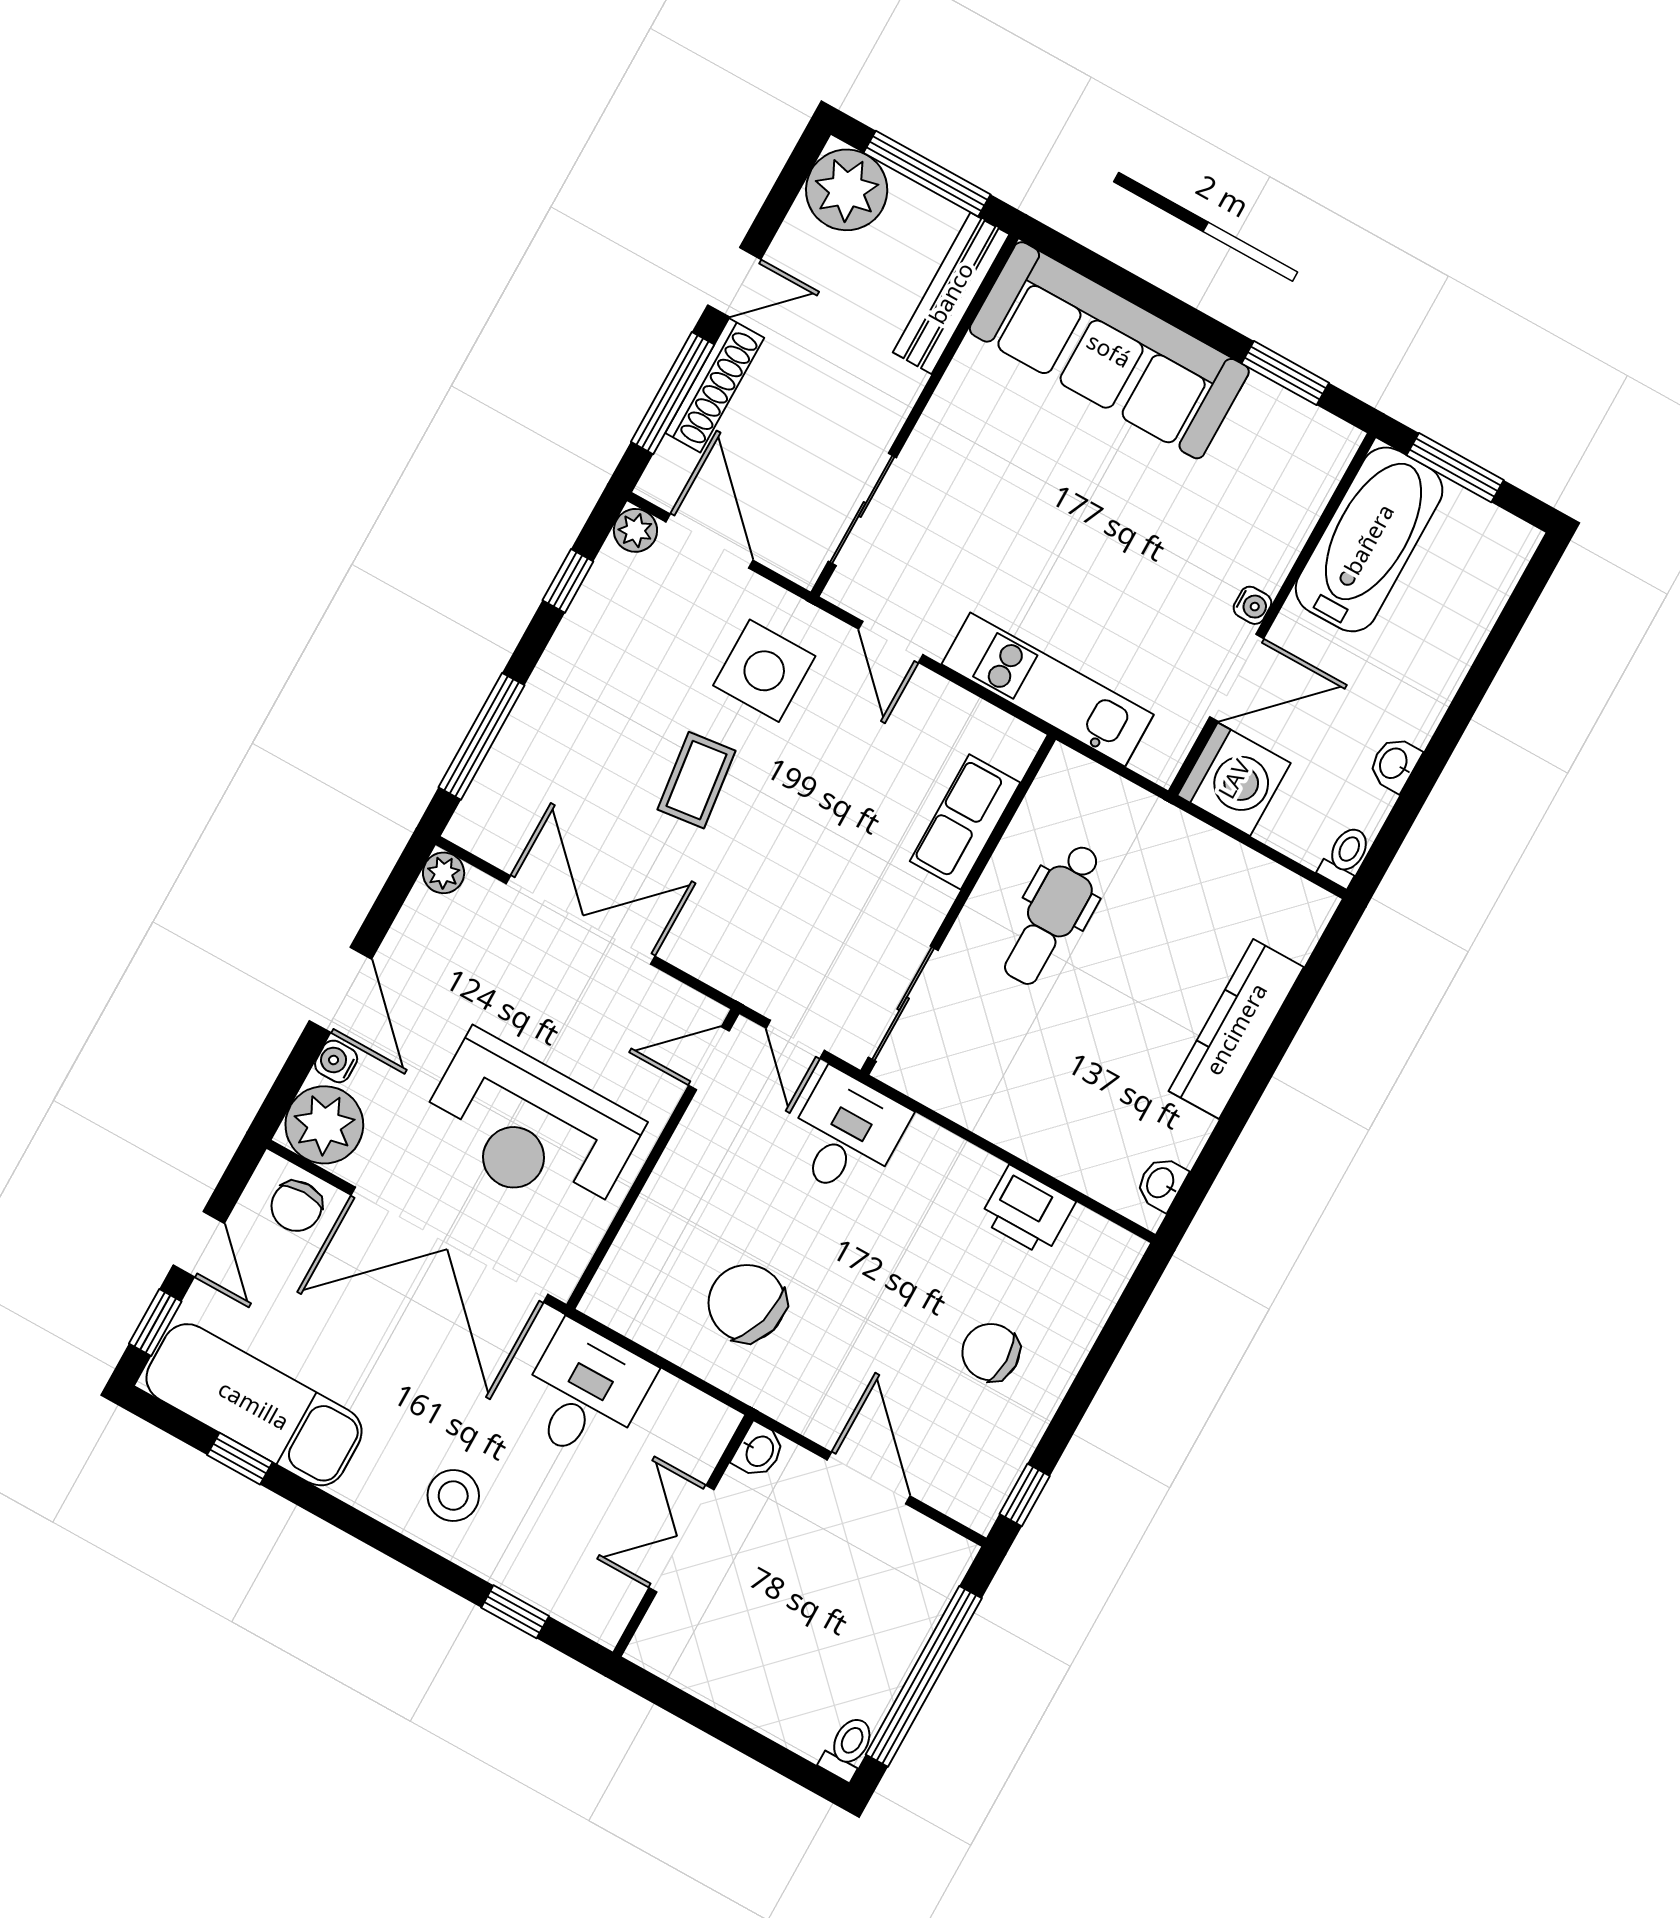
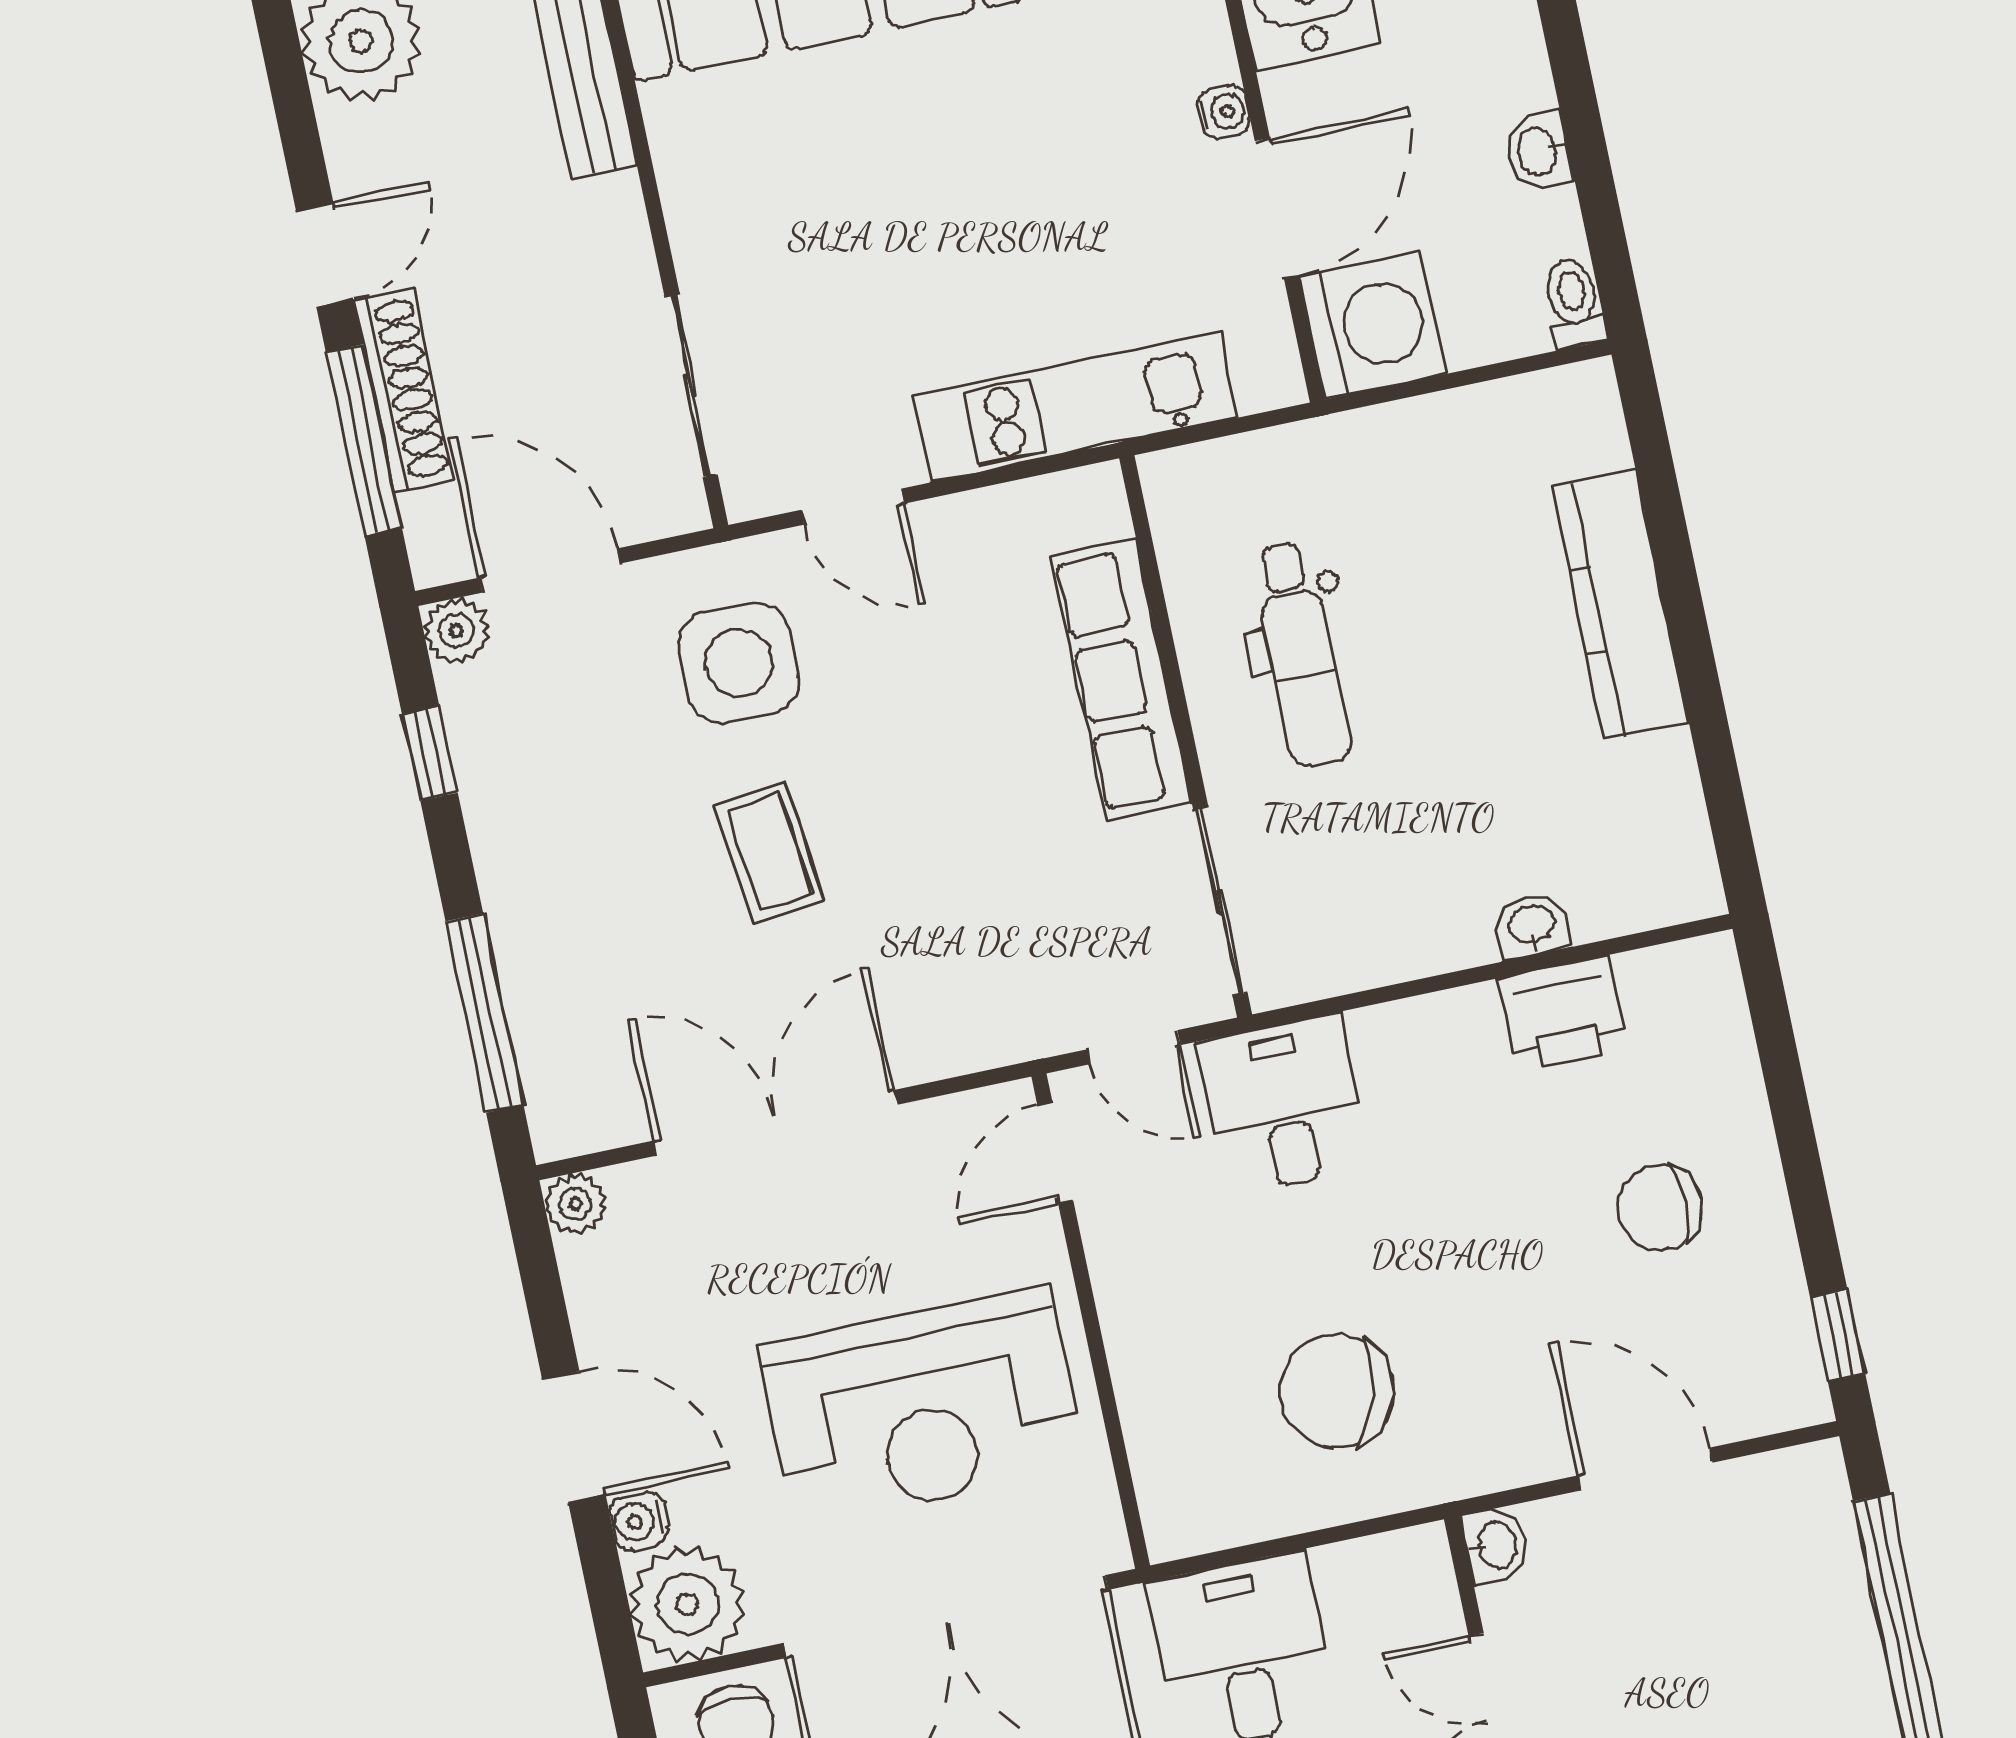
row of seats: (965, 822) -> (1121, 679), width x1.48
washbasin: (1161, 1183) -> (1532, 926), moved, turned 90

